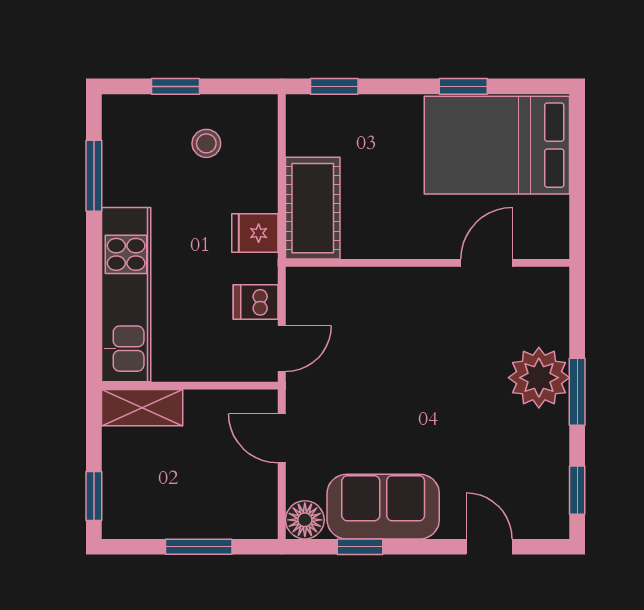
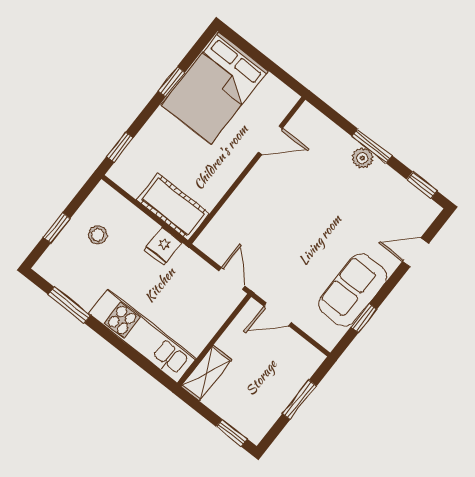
door: (487, 263) -> (270, 140), swing flipped
dishwasher: (256, 302) -> (198, 273), removed
plant: (539, 378) -> (362, 158), width x0.53, depth x0.53
floor lamp: (305, 520) -> (328, 335), removed

